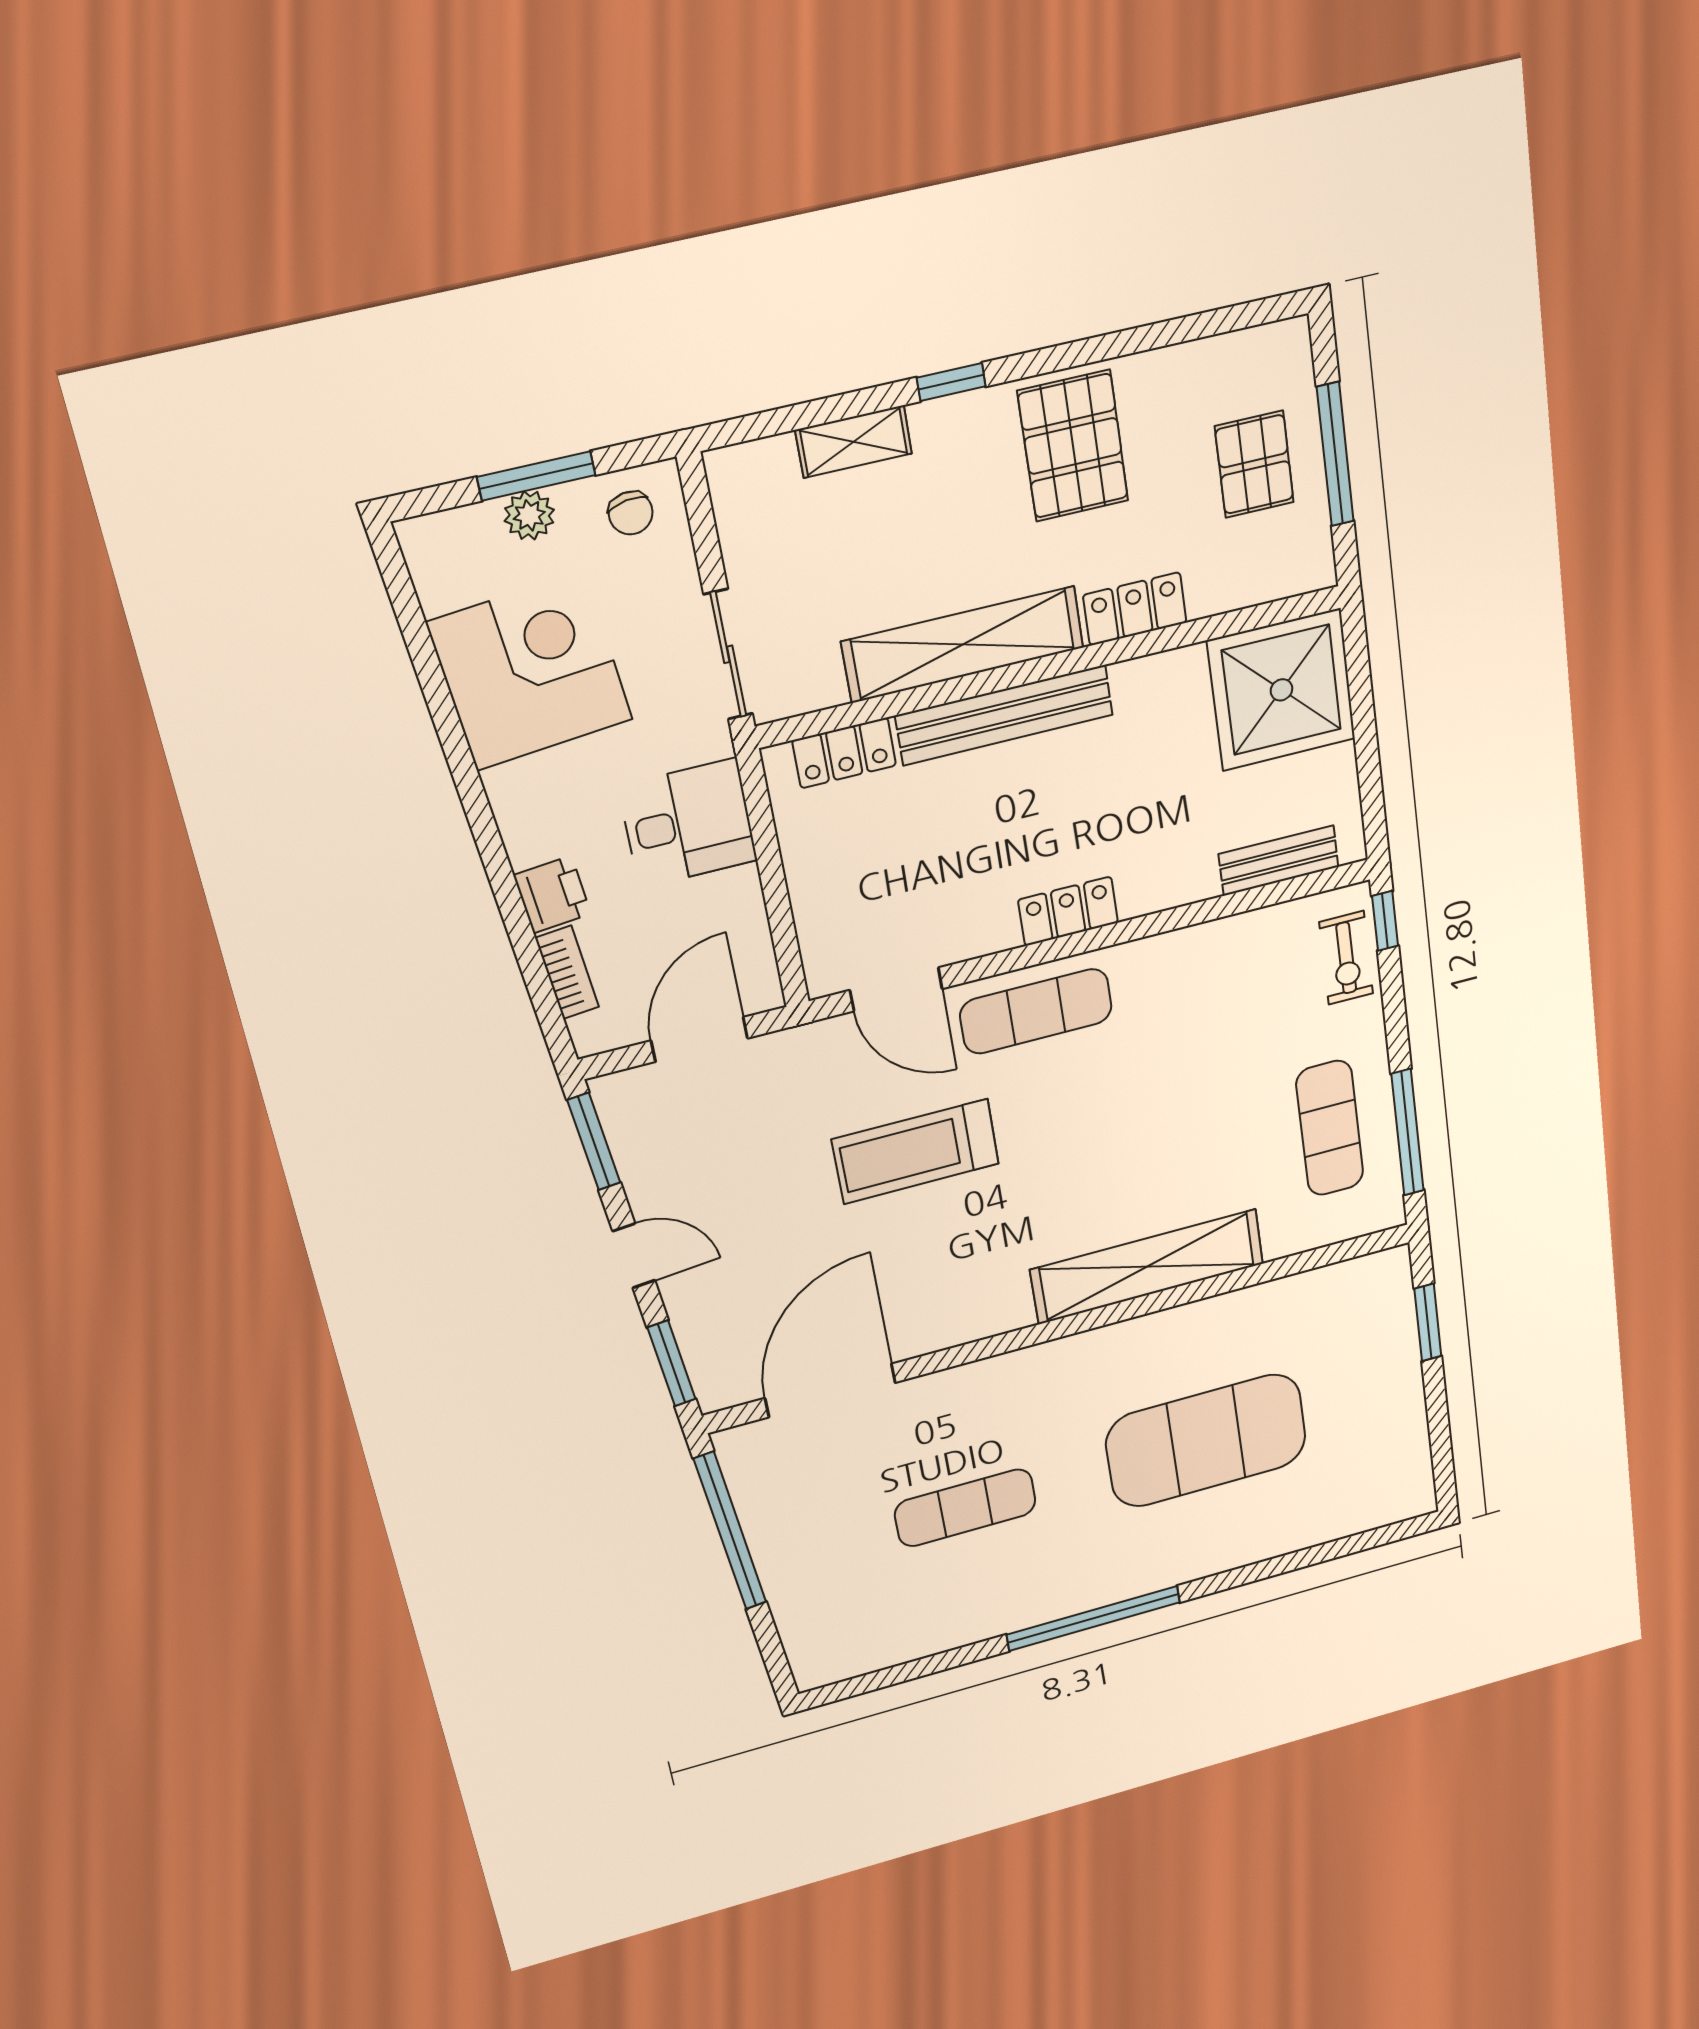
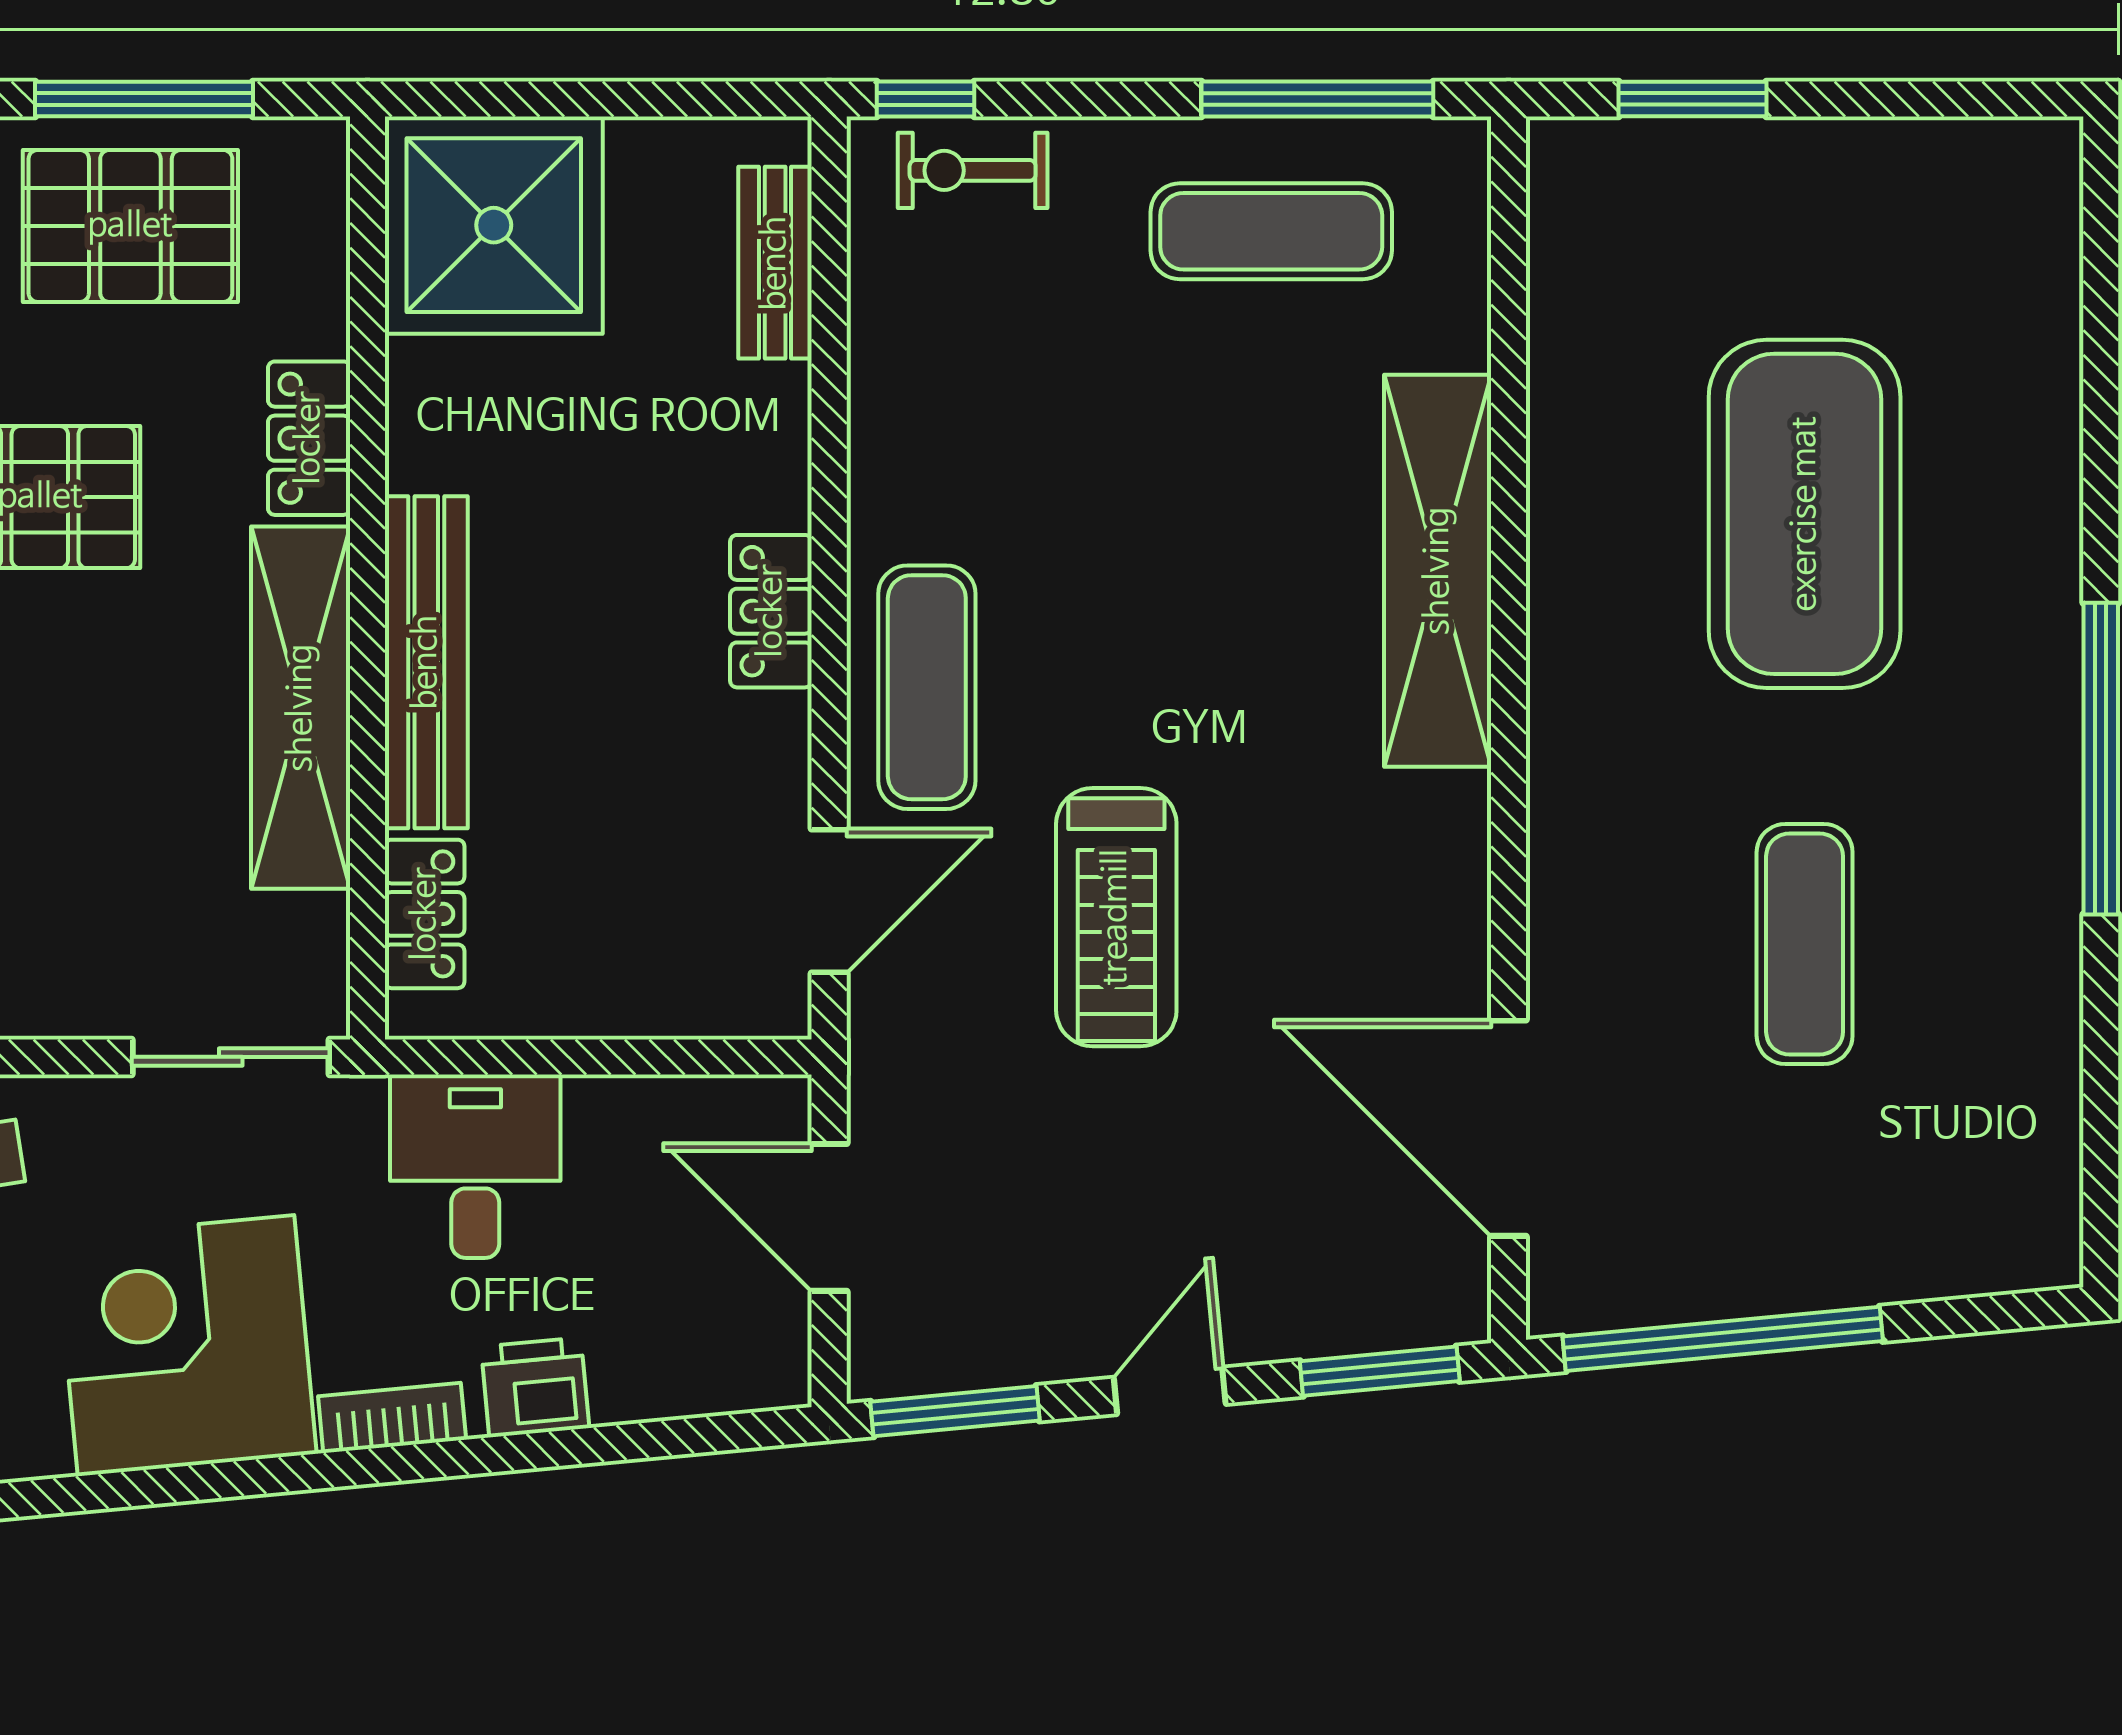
pallet: (1254, 464) -> (130, 226), width x1.50, depth x1.42
exercise bike: (1346, 958) -> (973, 170), turned 180
bookcase: (567, 972) -> (392, 1418), moved

